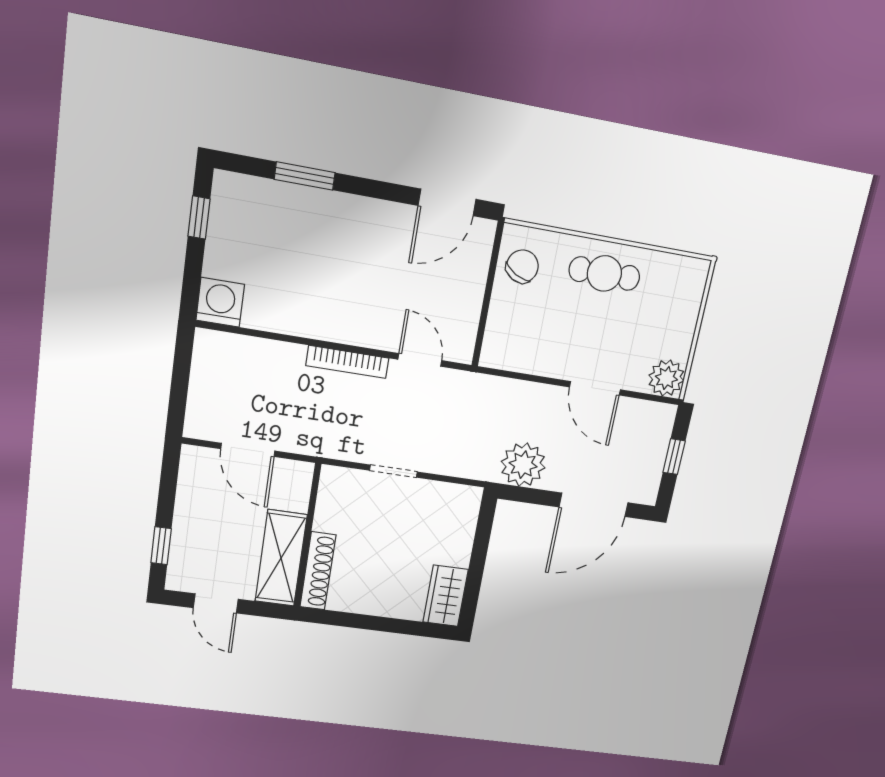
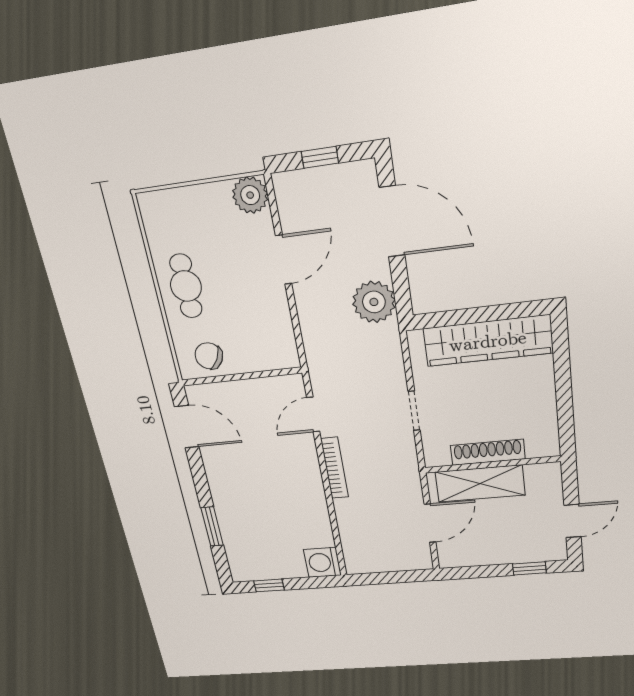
shelving: (281, 558) -> (480, 484), moved
shoe rack: (318, 571) -> (488, 452), moved
wardrobe: (446, 596) -> (488, 341), width x2.10, depth x1.17

